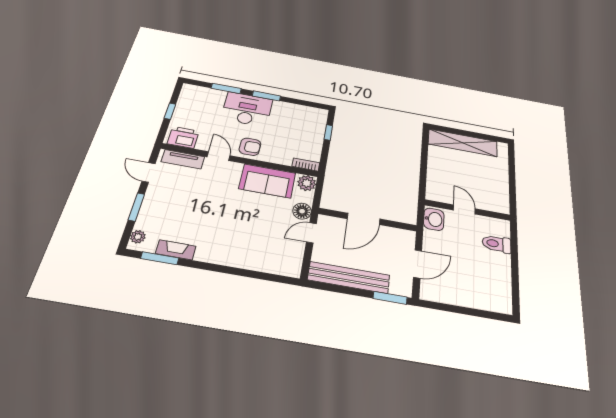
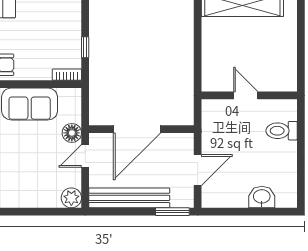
window: (328, 133) -> (85, 47), moved
plant: (307, 183) -> (71, 198), moved
door: (364, 219) -> (137, 129), width x1.36
washbasin: (434, 219) -> (262, 197), moved, turned -90

